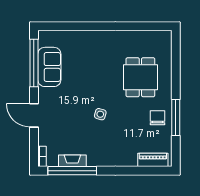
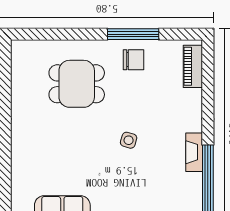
chair: (158, 118) -> (133, 60), turned 180
fireplace: (72, 161) -> (194, 152), moved

